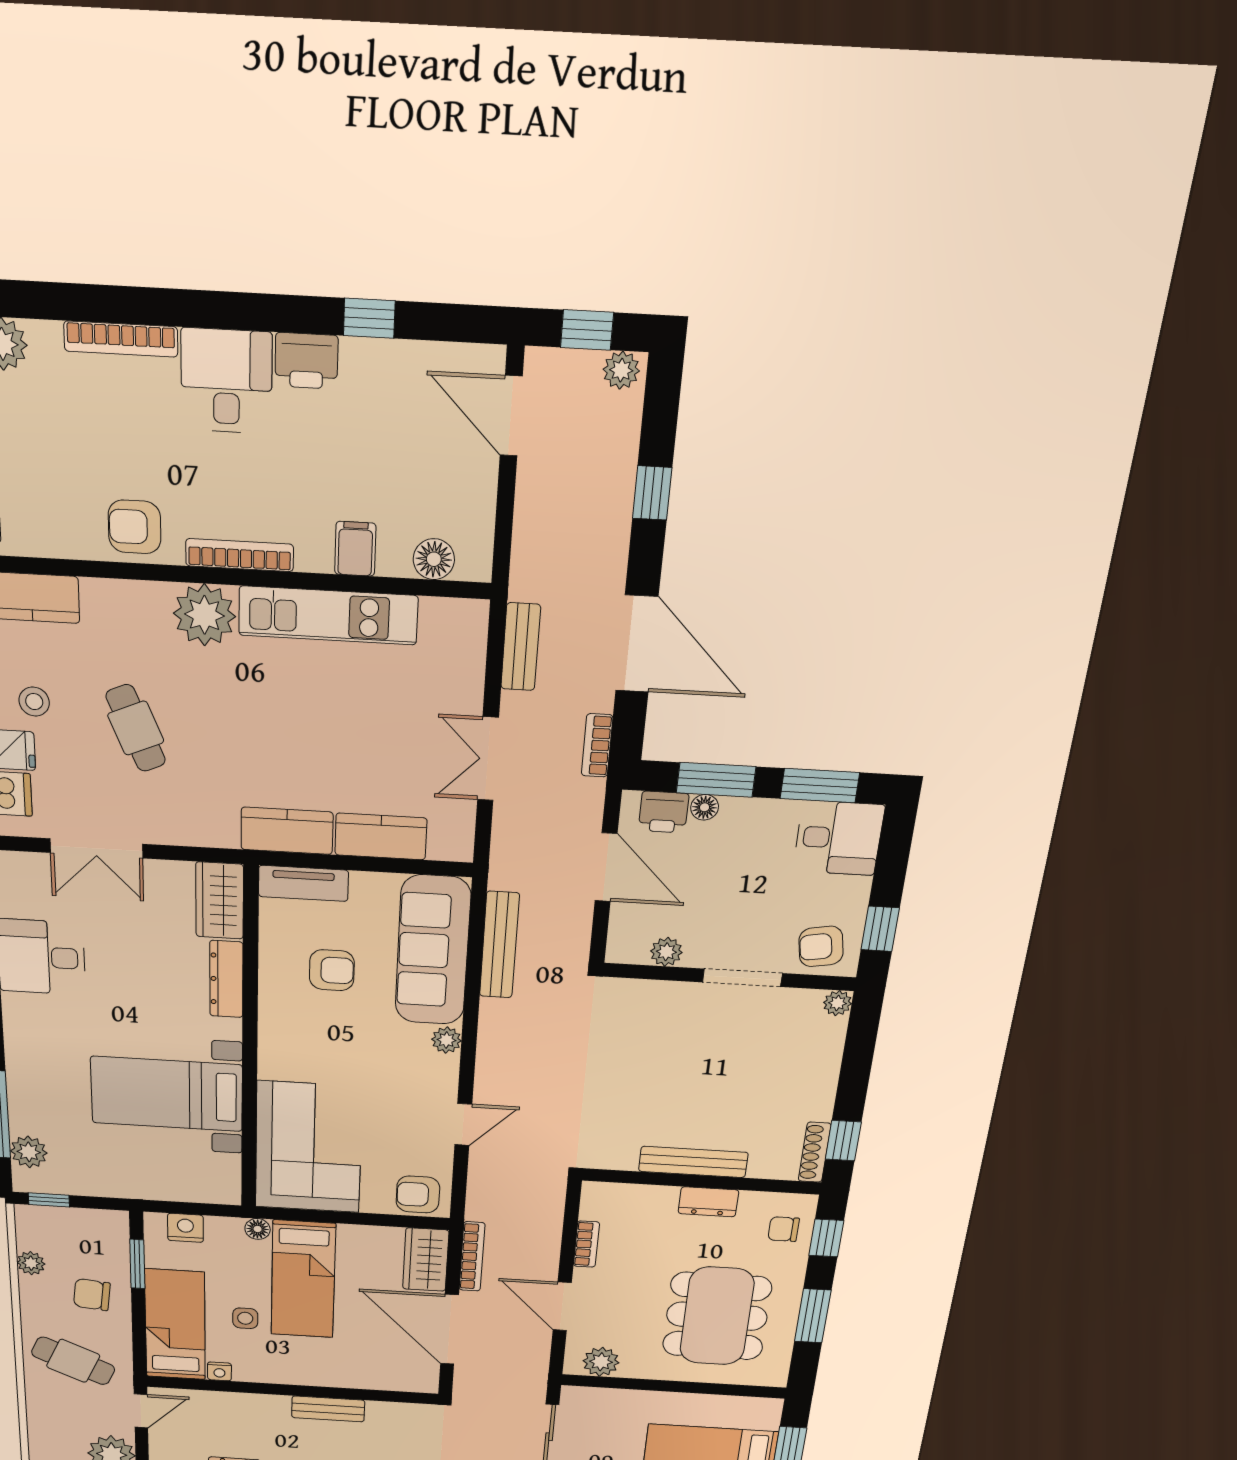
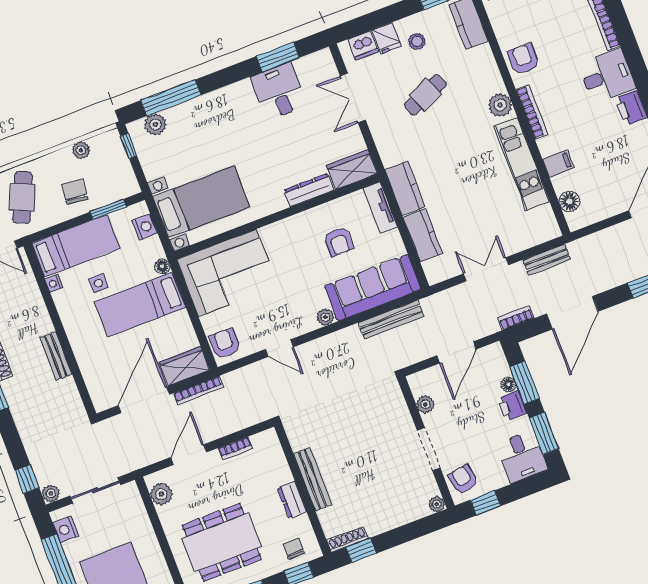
plant: (204, 615) -> (500, 105), width x0.73, depth x0.73
printer: (664, 812) -> (512, 406), moved
bed with nightstands: (167, 1094) -> (201, 202), moved, turned 90

